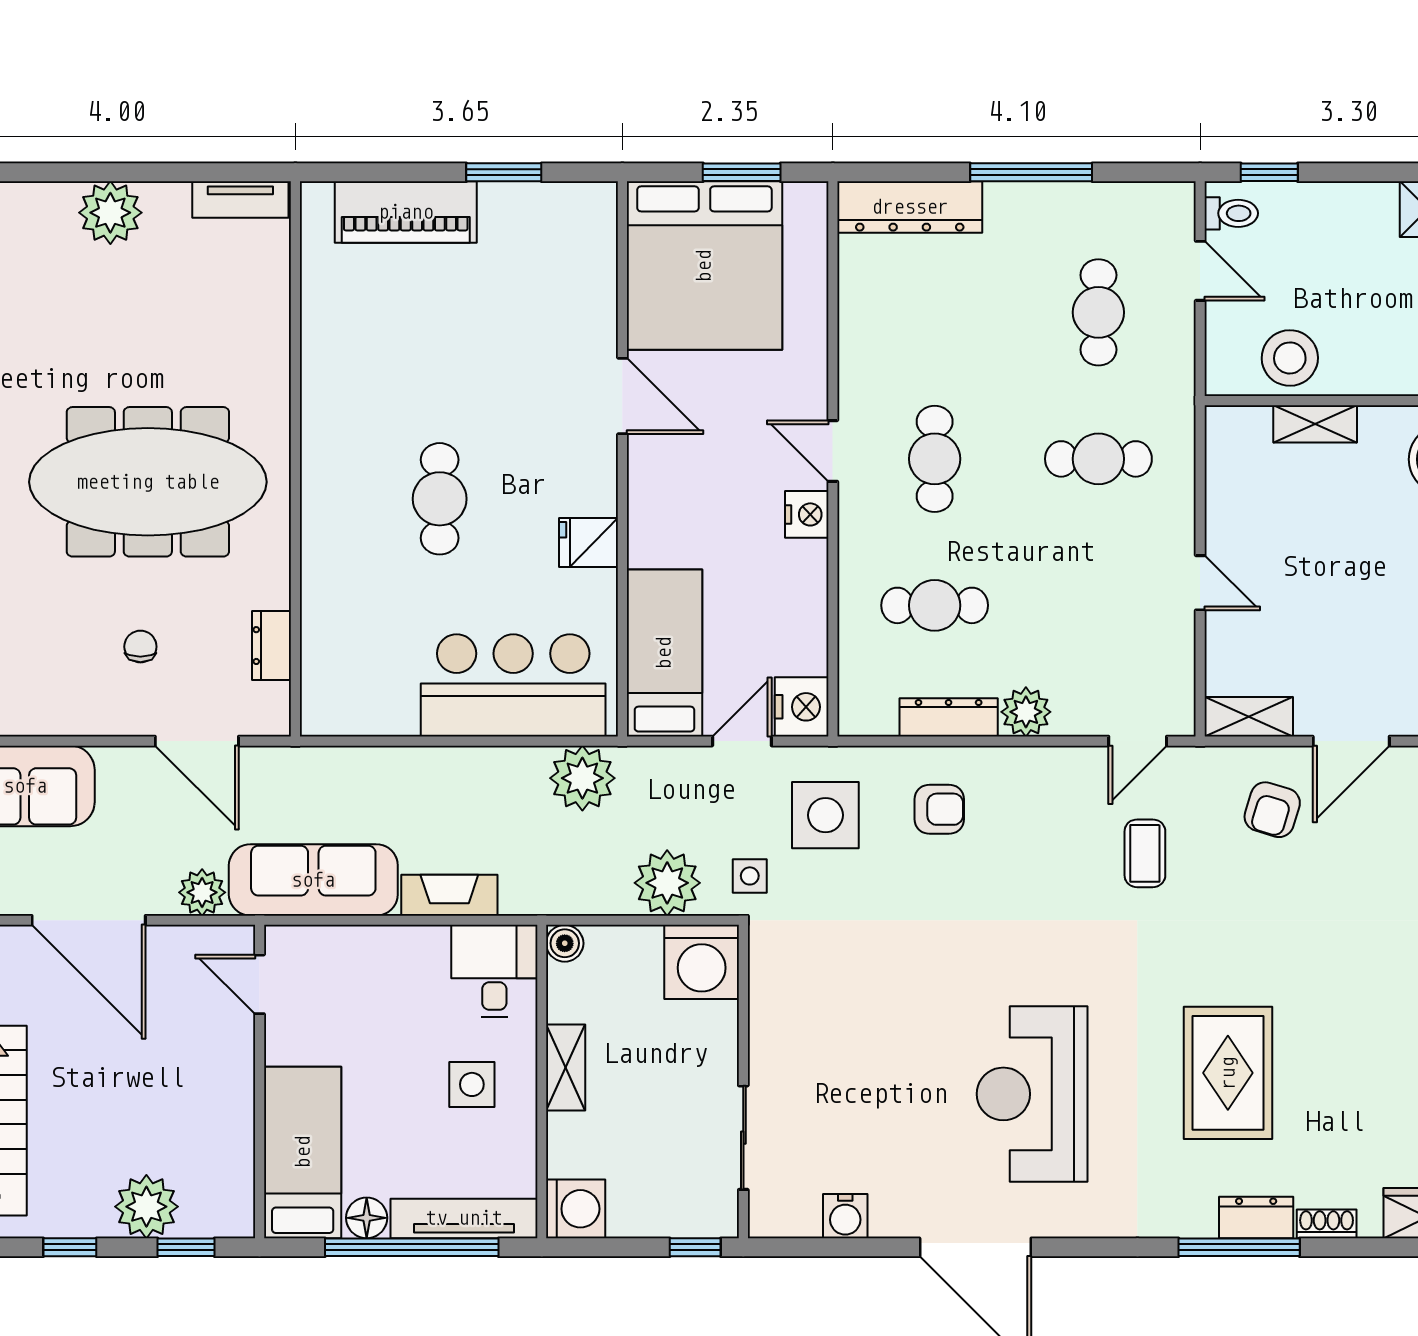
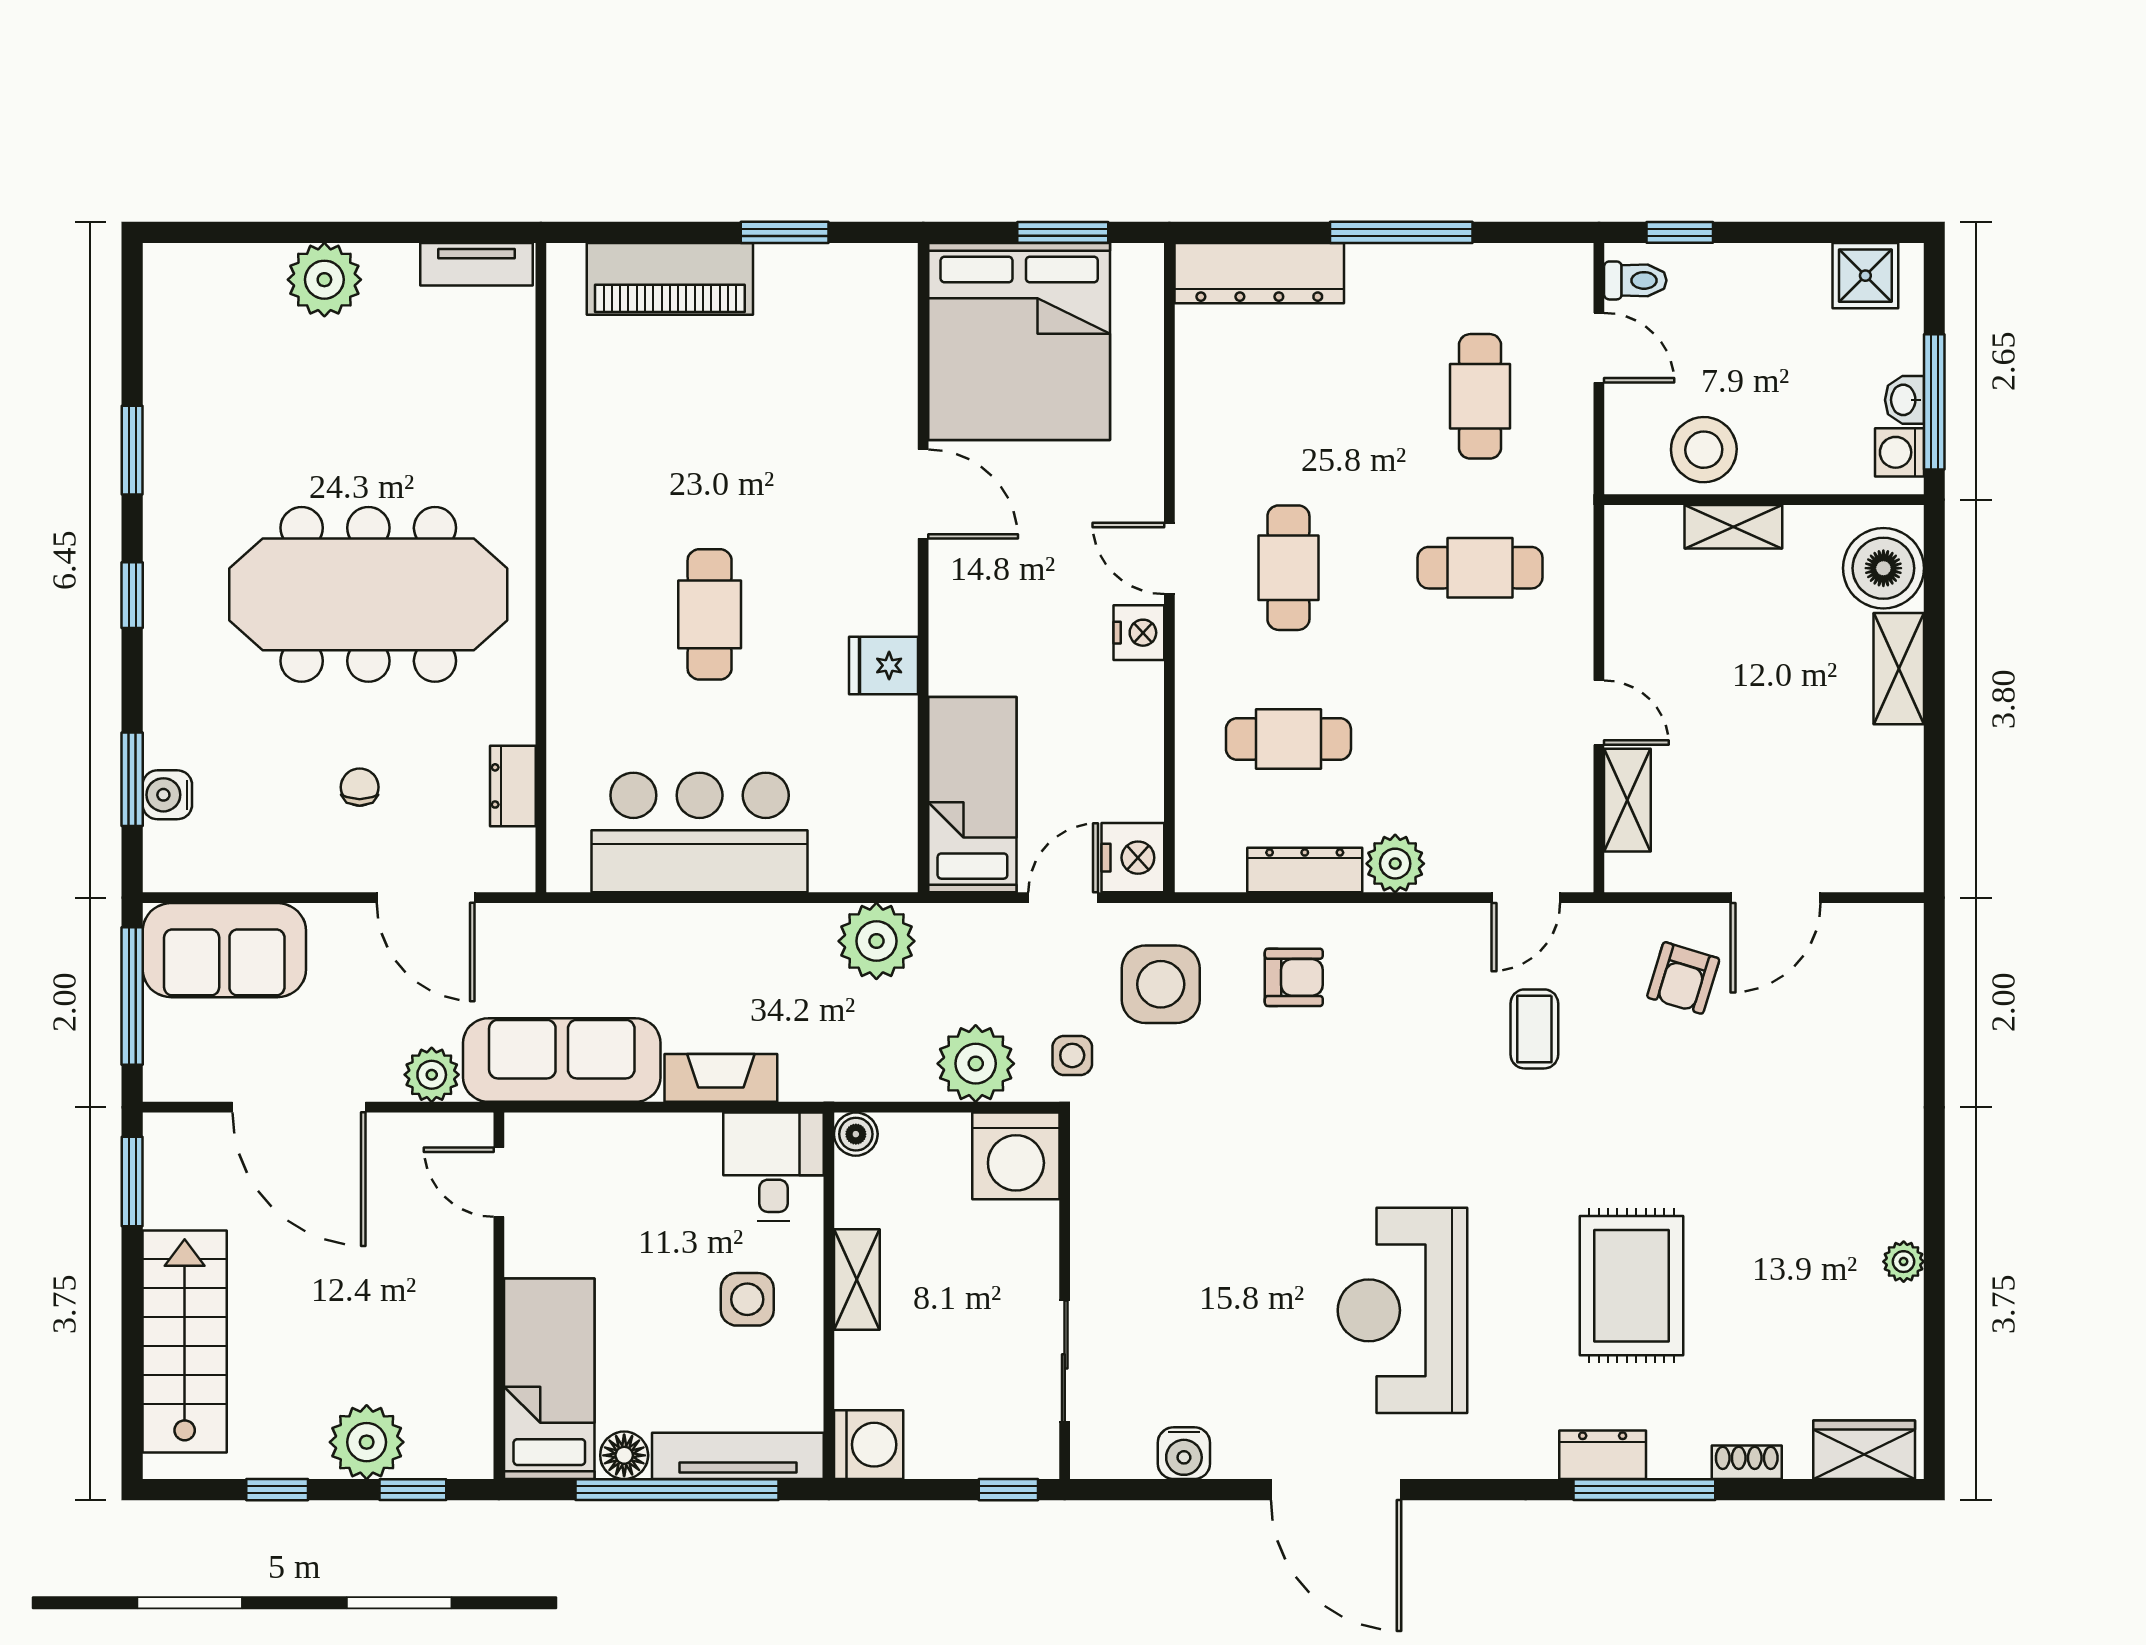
bar counter: (513, 685) -> (700, 832), moved
shelving: (1249, 717) -> (1627, 800), moved, turned 90
dresser: (1256, 1217) -> (1603, 1455), moved

